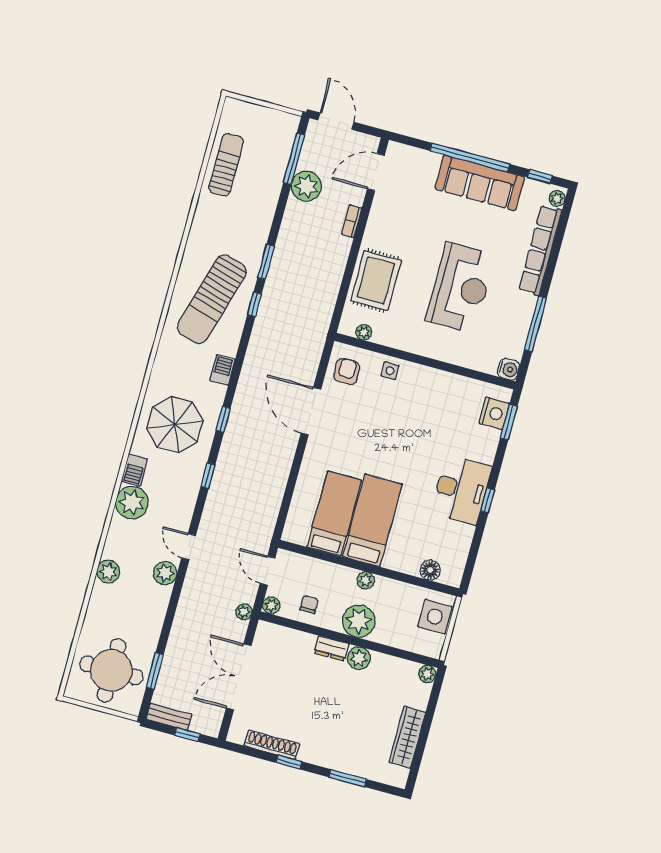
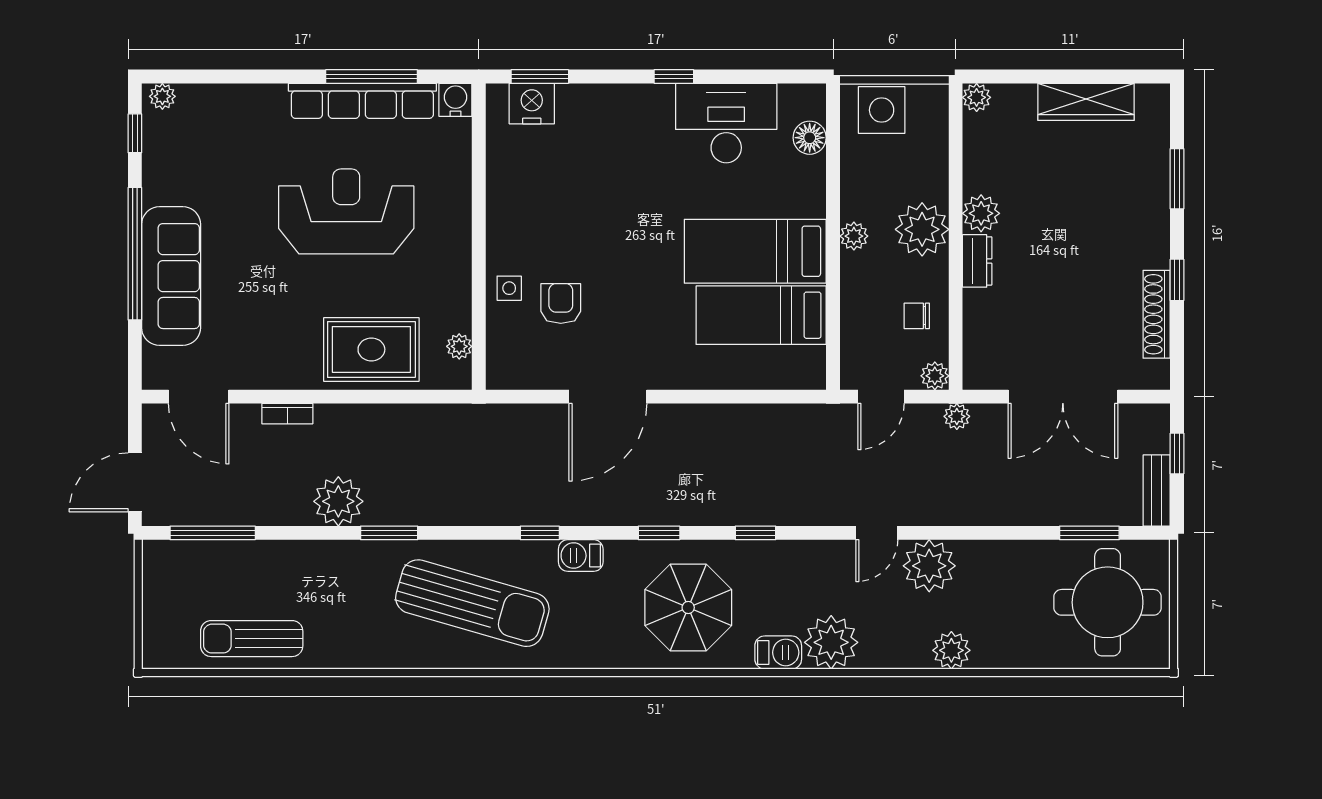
sofa: (480, 183) -> (171, 276), moved
plant: (306, 186) -> (338, 501), moved
row of seats: (540, 250) -> (362, 101), moved
window: (255, 304) -> (540, 533), moved
armchair: (347, 371) -> (561, 303), moved, turned 90
desk: (461, 490) -> (726, 123), moved
plant: (165, 573) -> (929, 566), width x1.36, depth x1.36

